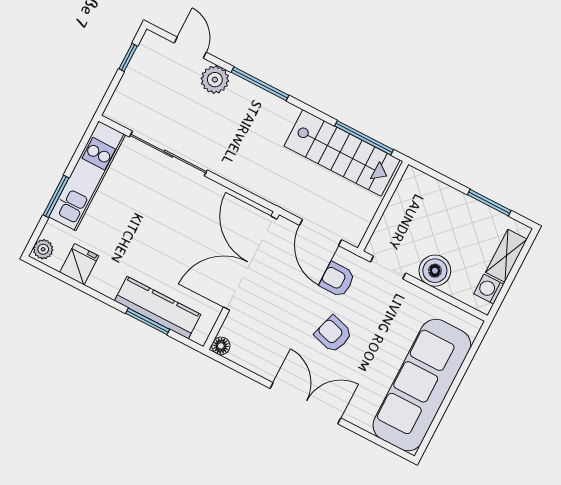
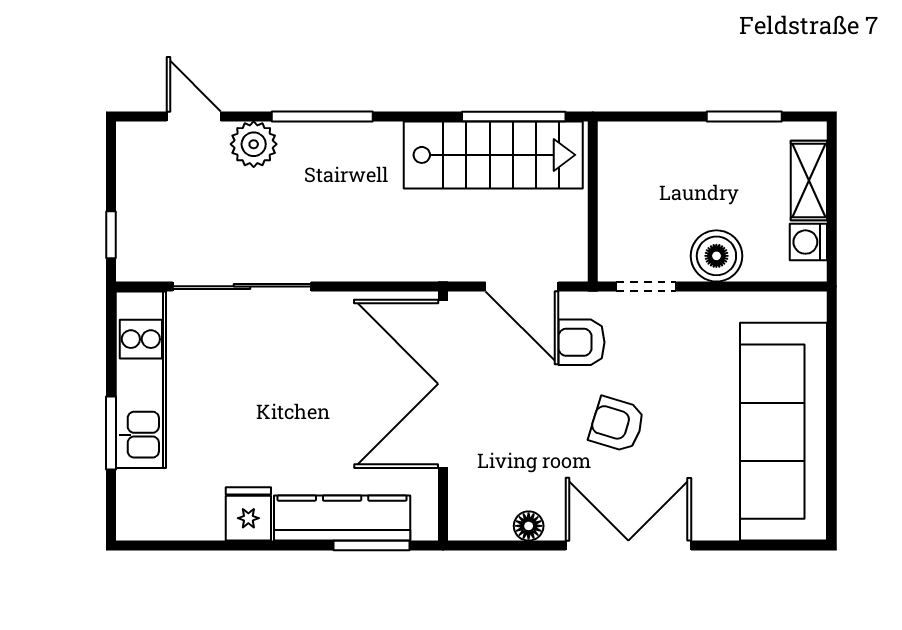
window: (128, 57) -> (111, 235), moved
plant: (43, 249) -> (132, 519), removed
fridge: (79, 264) -> (248, 514), moved
window: (148, 321) -> (372, 546), moved
floor lamp: (221, 346) -> (529, 526), moved

